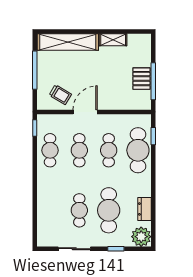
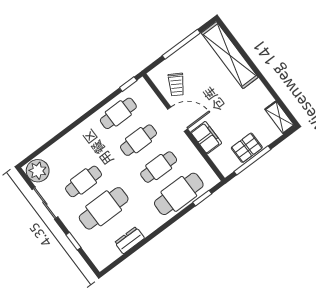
shelving: (113, 40) -> (280, 117), moved
filing cabinet: (113, 102) -> (206, 138), added
plant: (141, 237) -> (38, 171), moved

